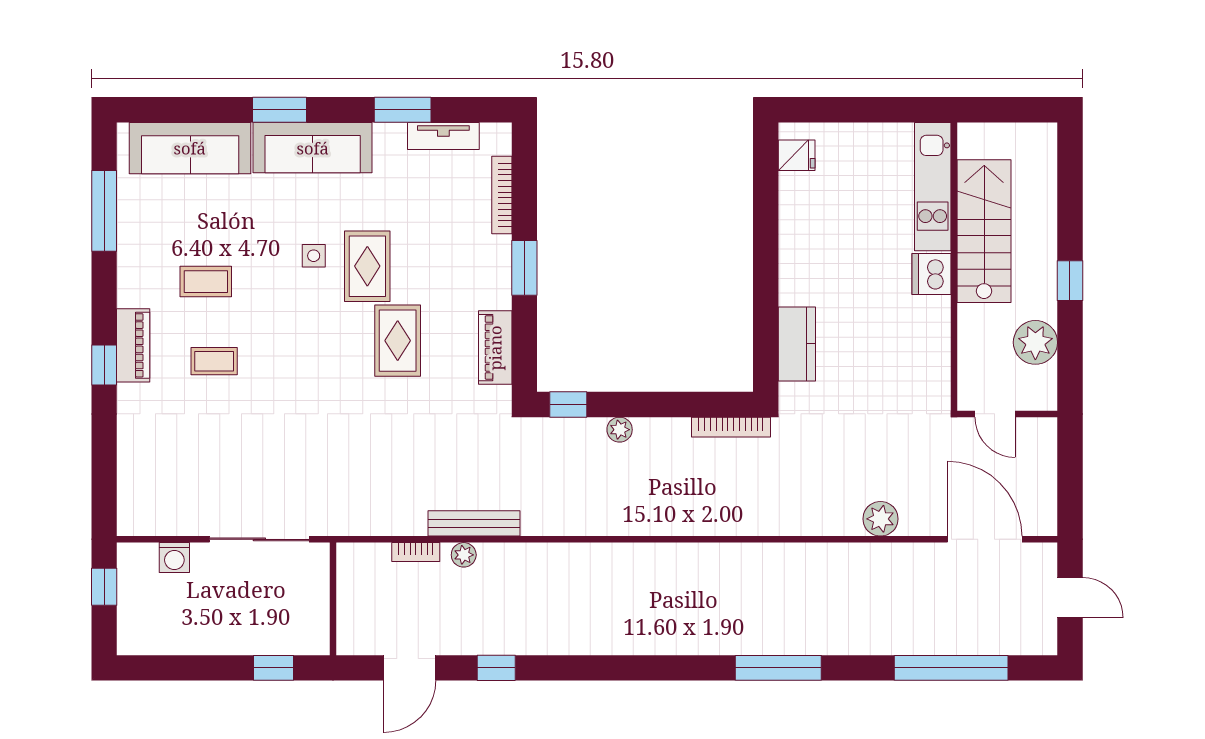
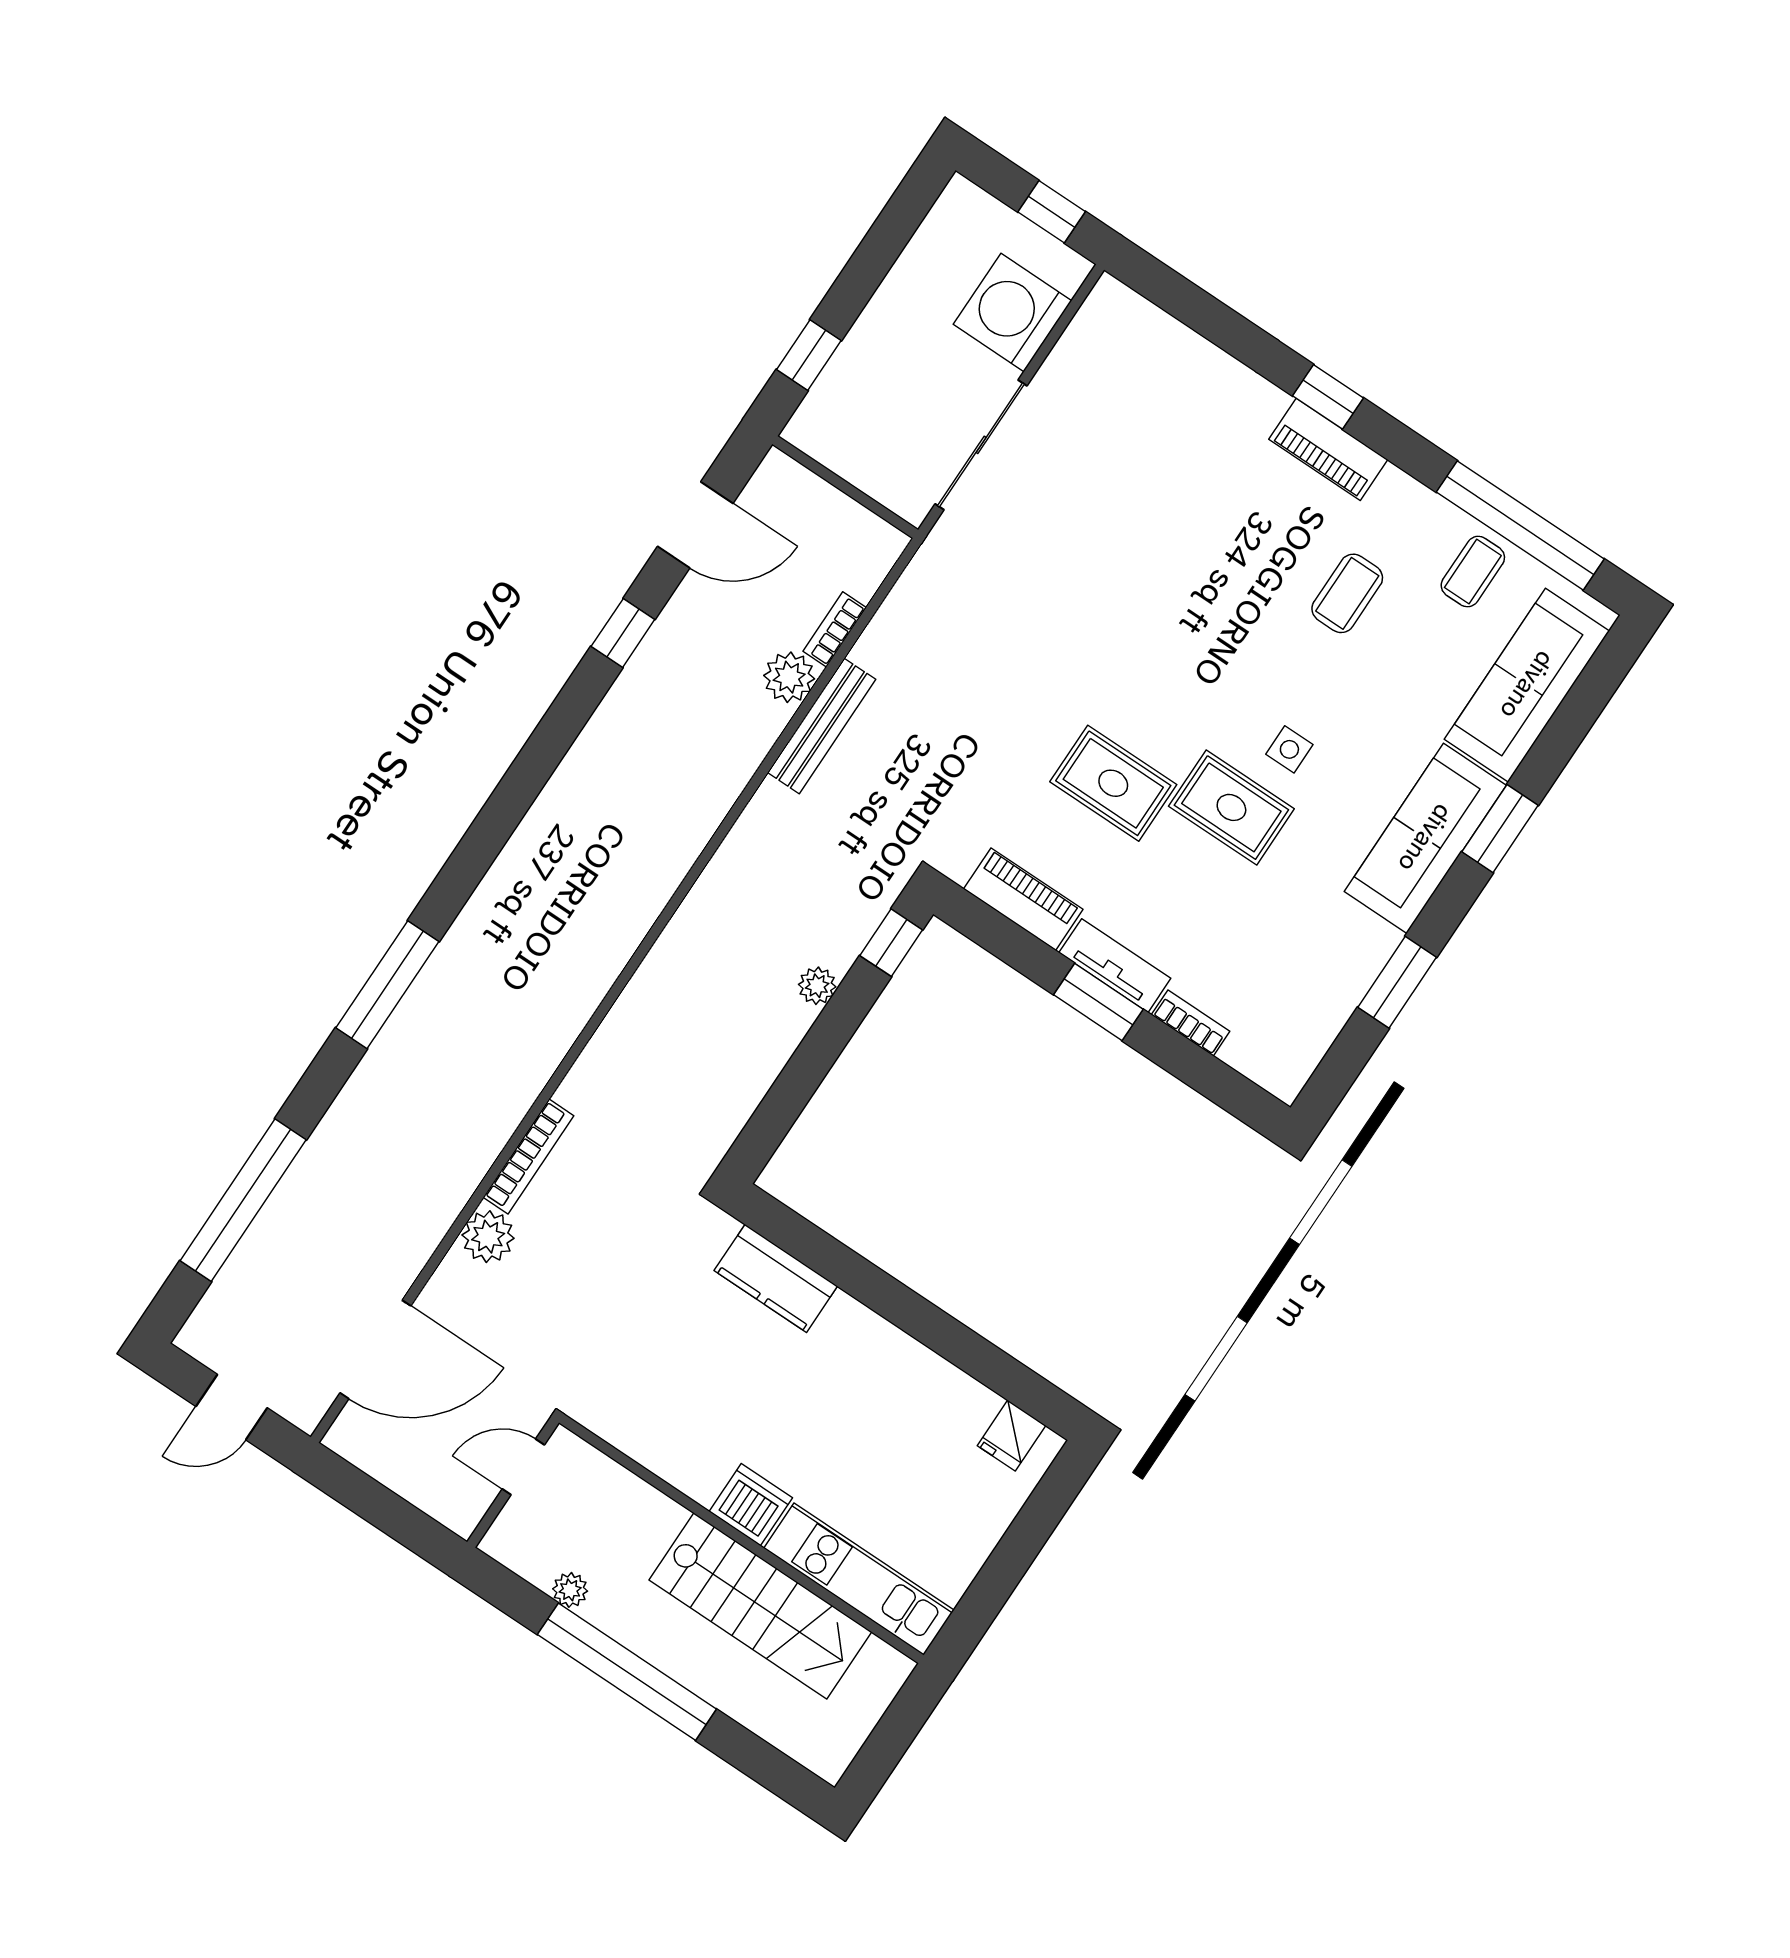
tv unit: (443, 136) -> (1115, 966), moved, turned 90
bookcase: (502, 195) -> (1191, 1023), width x0.64
window: (104, 211) -> (1520, 525), width x1.46
window: (1070, 281) -> (627, 1672), width x3.17
plant: (1035, 342) -> (570, 1590), width x0.53, depth x0.53
coffee table: (214, 361) -> (1473, 571), moved
bookcase: (731, 427) -> (528, 1157), moved, turned 180
plant: (464, 555) -> (789, 677), width x1.38, depth x1.38
washing machine: (174, 558) -> (1013, 312), width x1.89, depth x1.89
door: (410, 668) -> (695, 525), swing flipped

